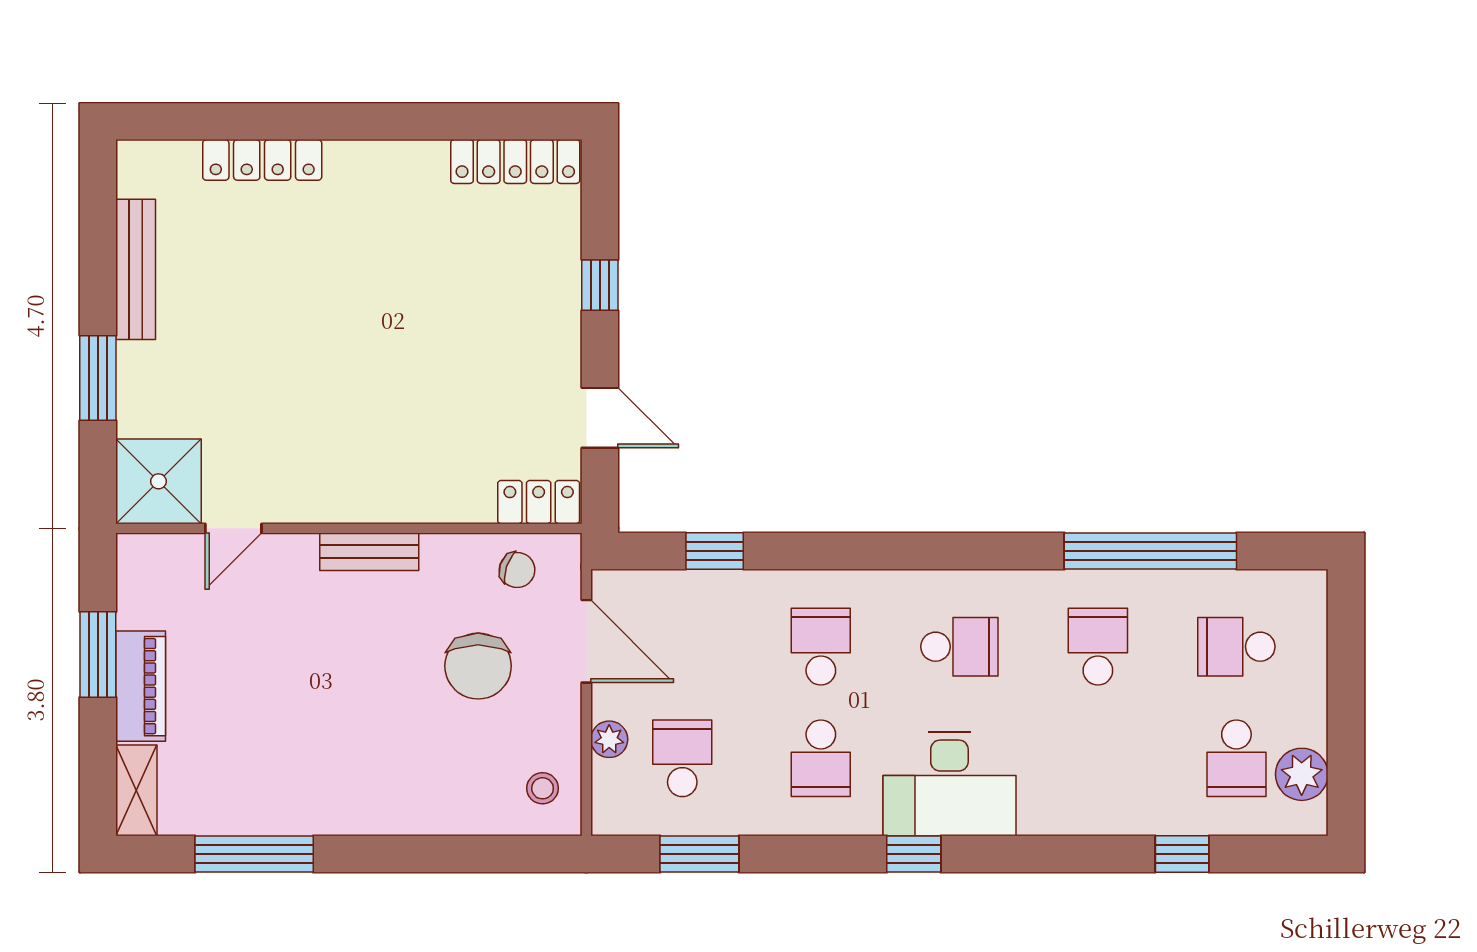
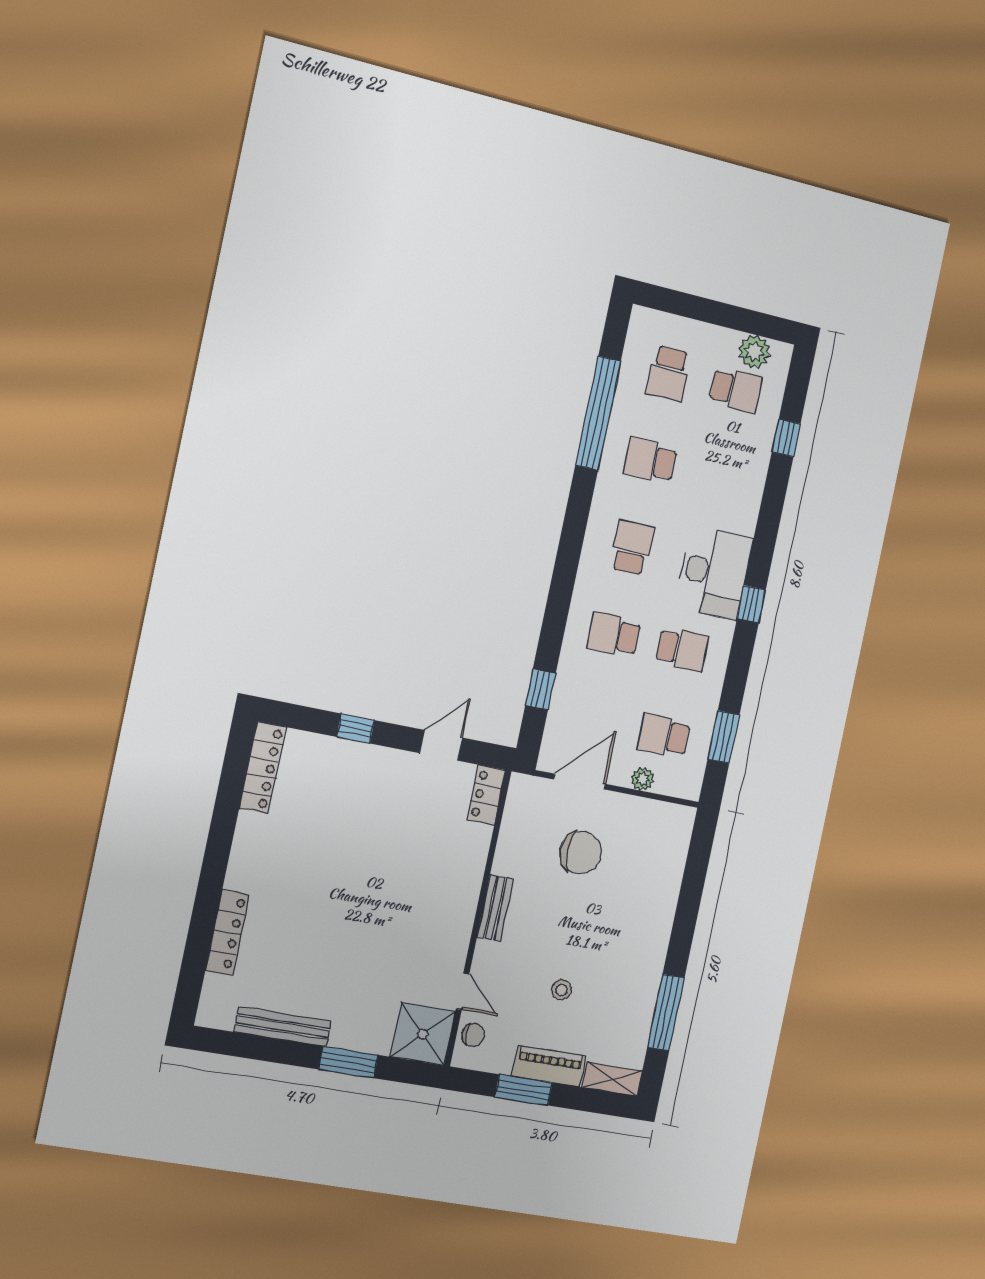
chair: (517, 570) -> (473, 1035), moved, turned 71
stool: (543, 788) -> (562, 990), moved

